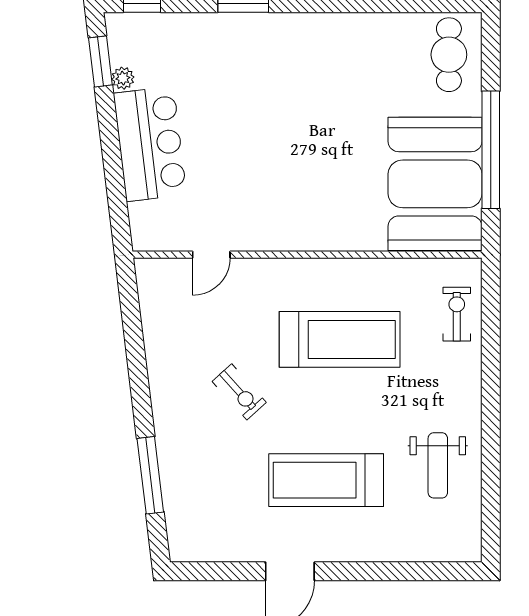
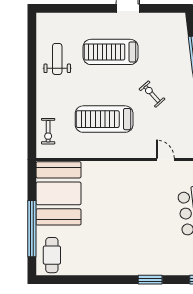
window: (491, 150) -> (32, 229), moved
door: (211, 255) -> (165, 160), hinge flipped
treadmill: (326, 480) -> (111, 52), turned 180

